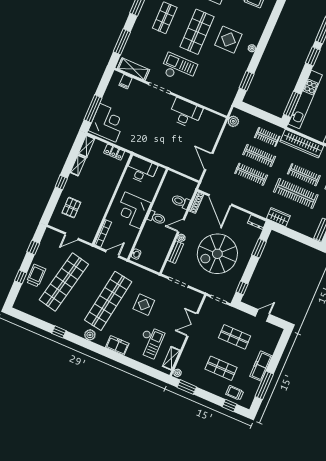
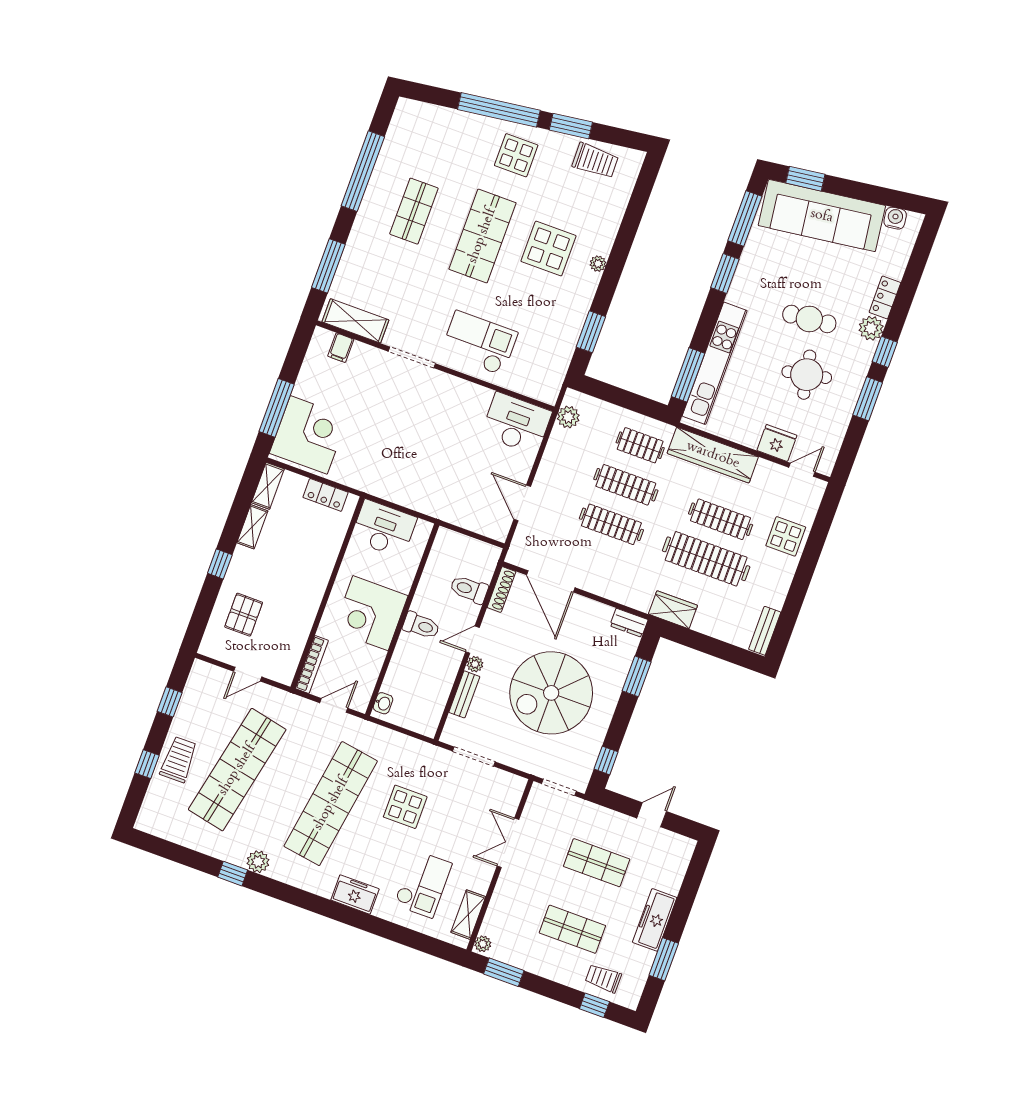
checkout: (179, 68) -> (479, 343), moved
desk: (185, 113) -> (516, 423), moved
plant: (90, 335) -> (258, 862), moved
window: (264, 385) -> (664, 959), width x0.69

